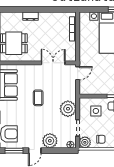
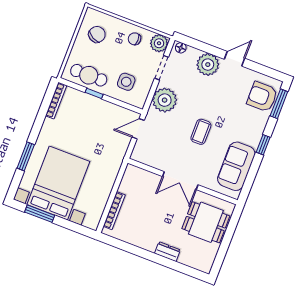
double door: (53, 63) -> (180, 181), moved
door: (78, 73) -> (138, 129), moved
window: (14, 151) -> (264, 70), removed

